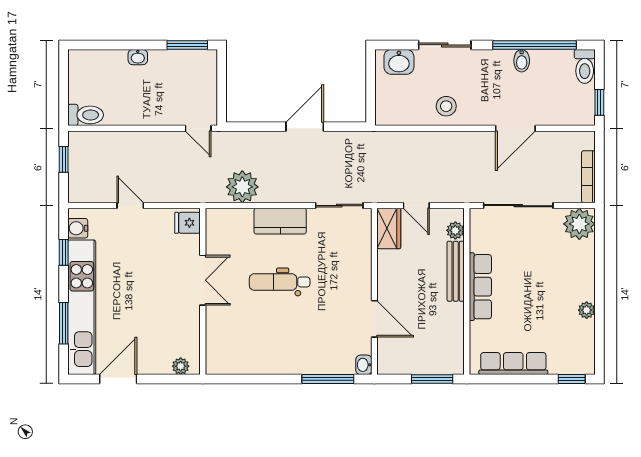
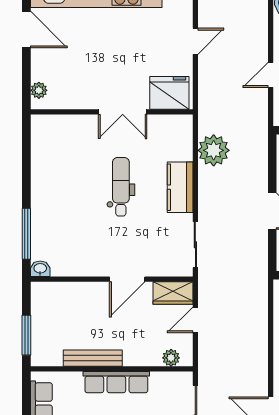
door: (198, 128) -> (271, 75), moved
fridge: (187, 223) -> (169, 93), width x1.88, depth x1.34
bench: (456, 271) -> (93, 358), moved
door: (374, 319) -> (127, 279), moved

